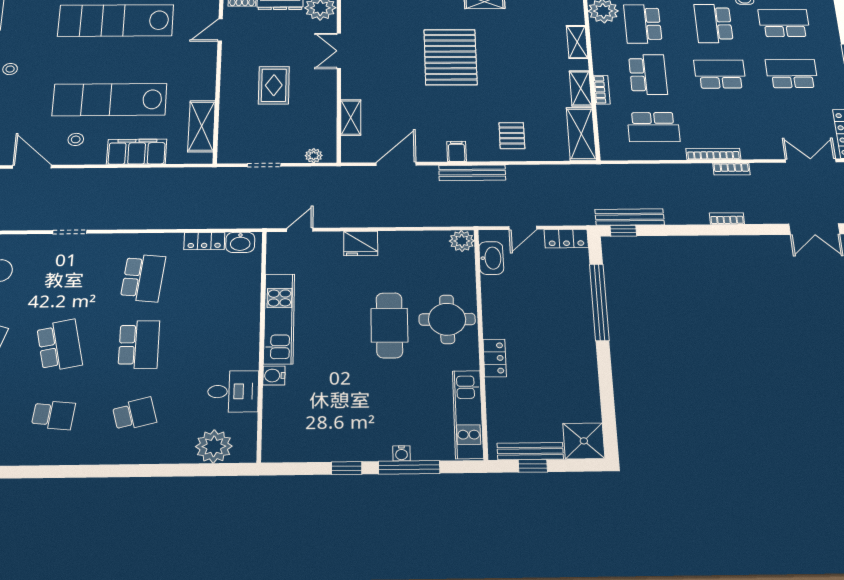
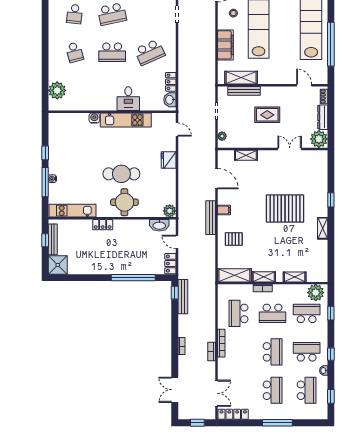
bench: (227, 121) -> (244, 91), added
school desk: (143, 278) -> (150, 52), turned -30
desk: (233, 391) -> (128, 99), moved

